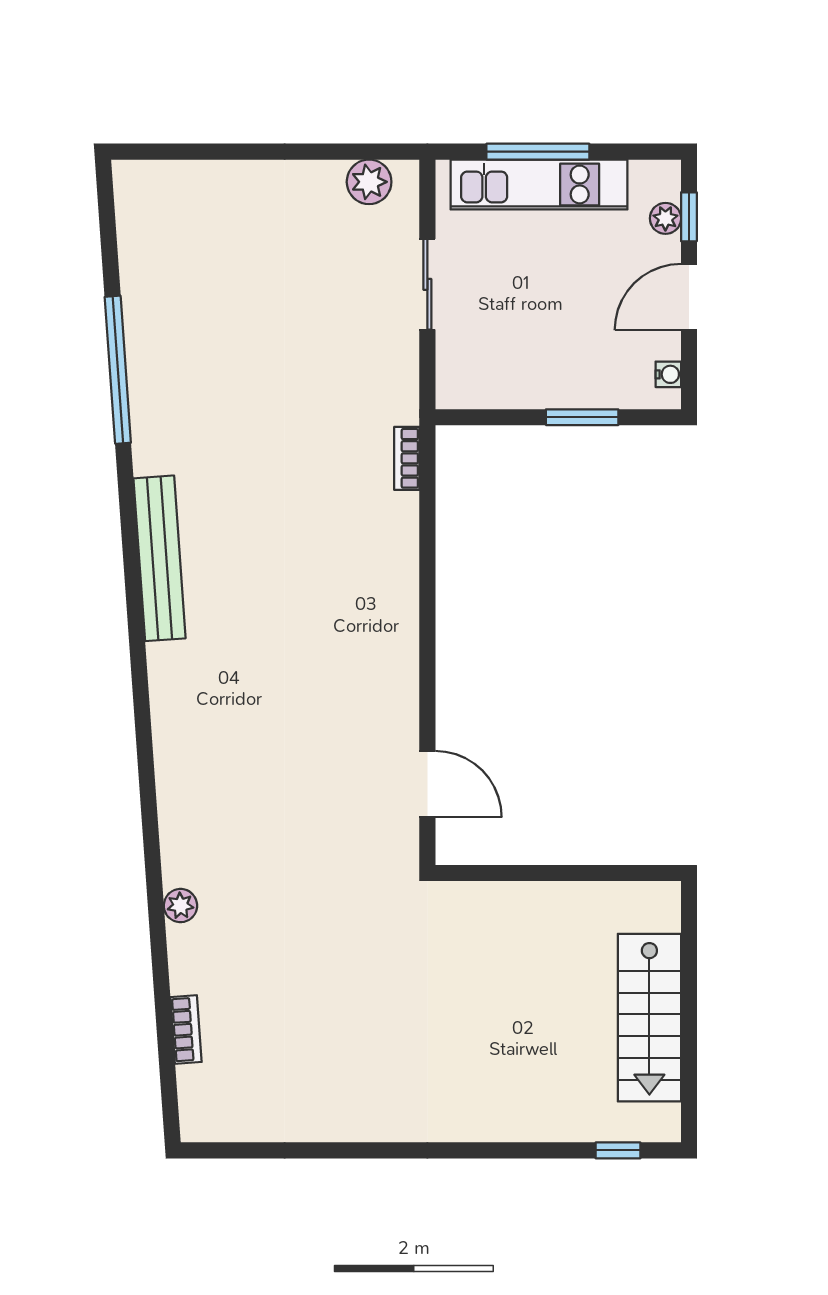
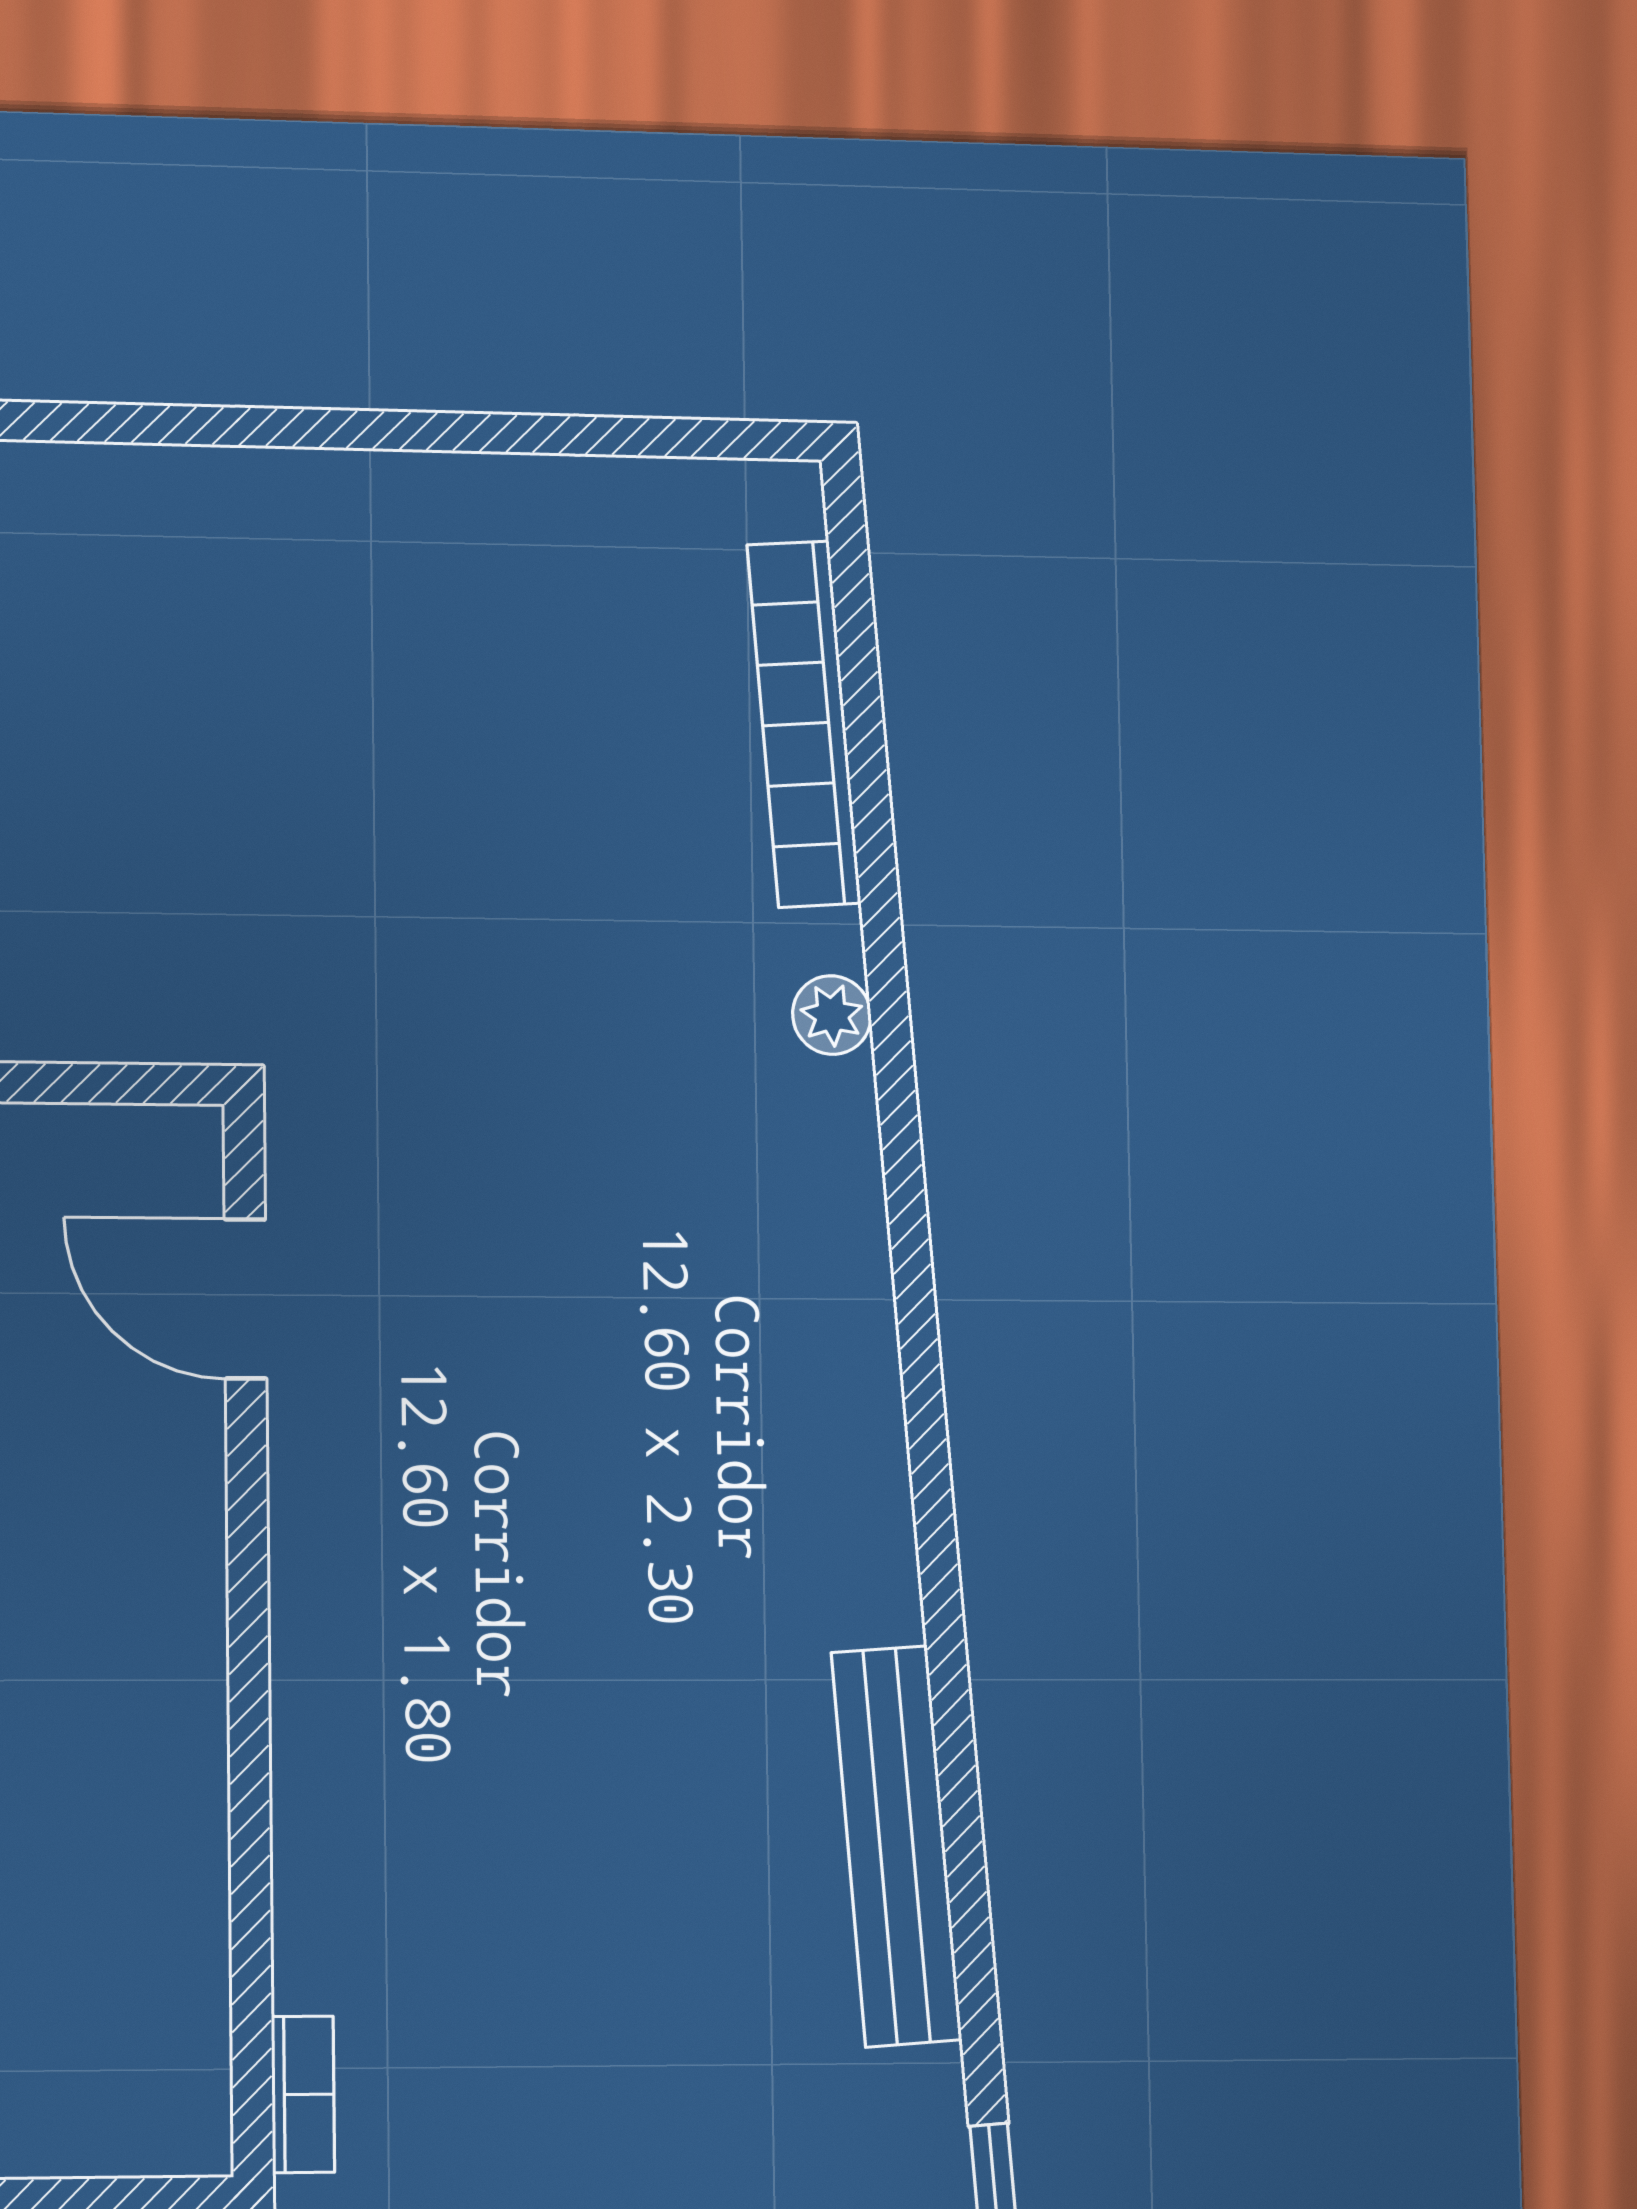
bookcase: (186, 1029) -> (804, 724), width x2.31, depth x1.31

